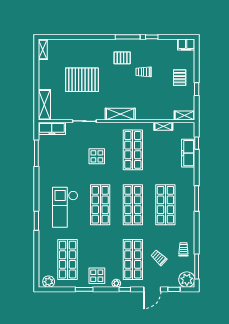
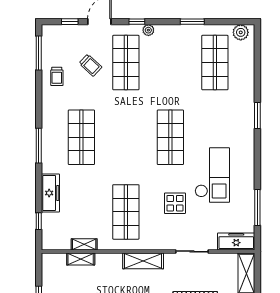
shelving: (185, 115) -> (81, 259), moved
freezer: (188, 153) -> (50, 193), moved
shop shelf: (133, 205) -> (126, 137), removed
checkout: (65, 207) -> (212, 175), moved
display table: (97, 276) -> (175, 40), removed
plant: (187, 280) -> (52, 35), removed

